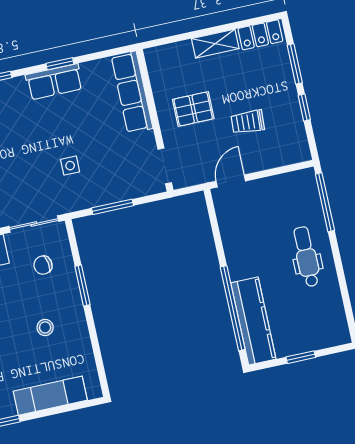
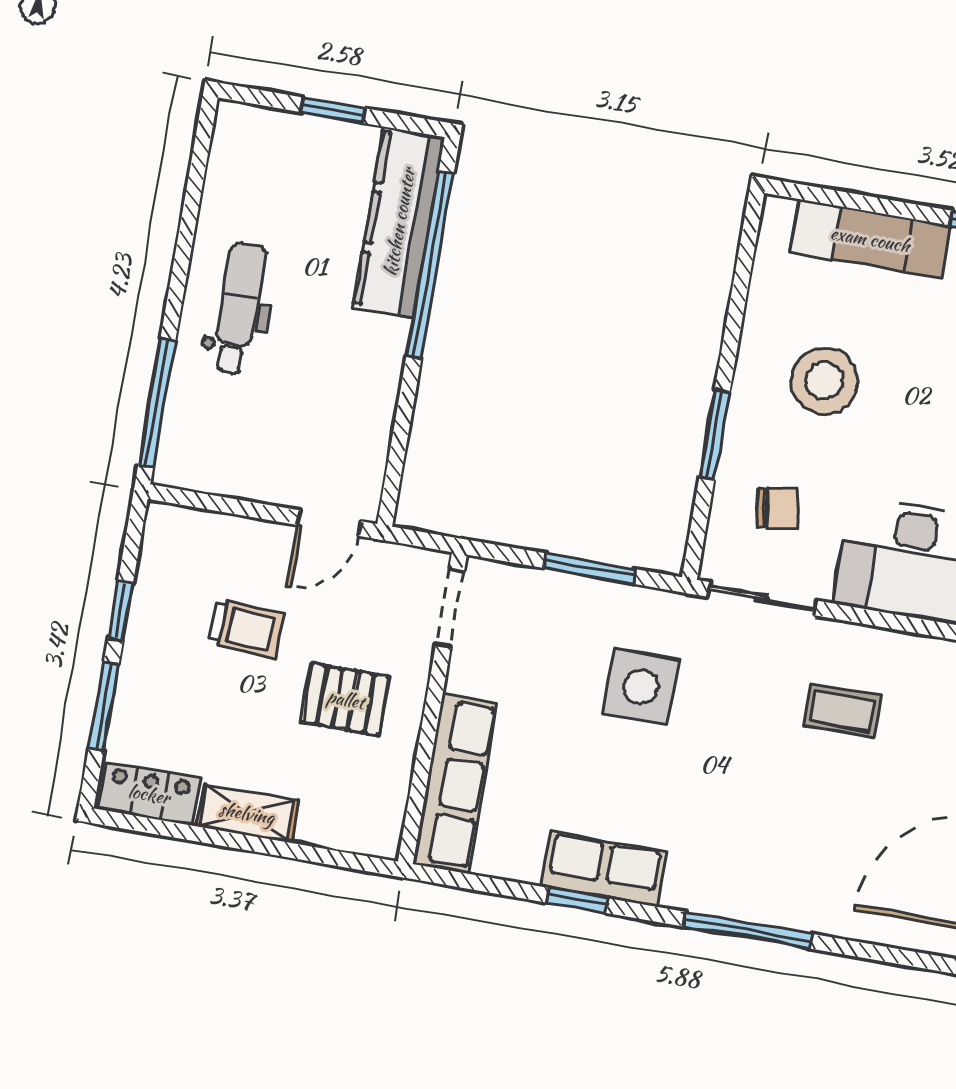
side table: (70, 166) -> (641, 687), width x1.87, depth x1.87
dental chair: (306, 257) -> (239, 308), turned 180
stool: (45, 327) -> (824, 381), width x1.89, depth x1.89

